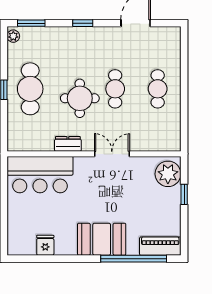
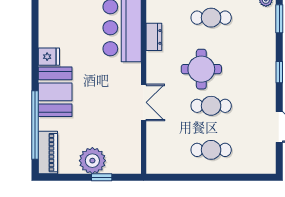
cafe table: (30, 89) -> (211, 18), width x0.73, depth x0.74
dresser: (68, 144) -> (154, 37), moved
plant: (168, 174) -> (92, 161), moved
fridge: (45, 245) -> (49, 57), moved

